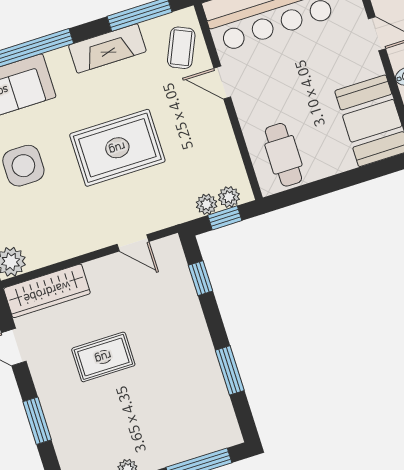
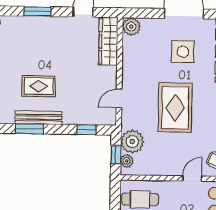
plant: (207, 204) -> (132, 142), width x1.87, depth x1.87
rug: (103, 357) -> (39, 86), moved, turned 90
bench: (207, 362) -> (38, 118), added

